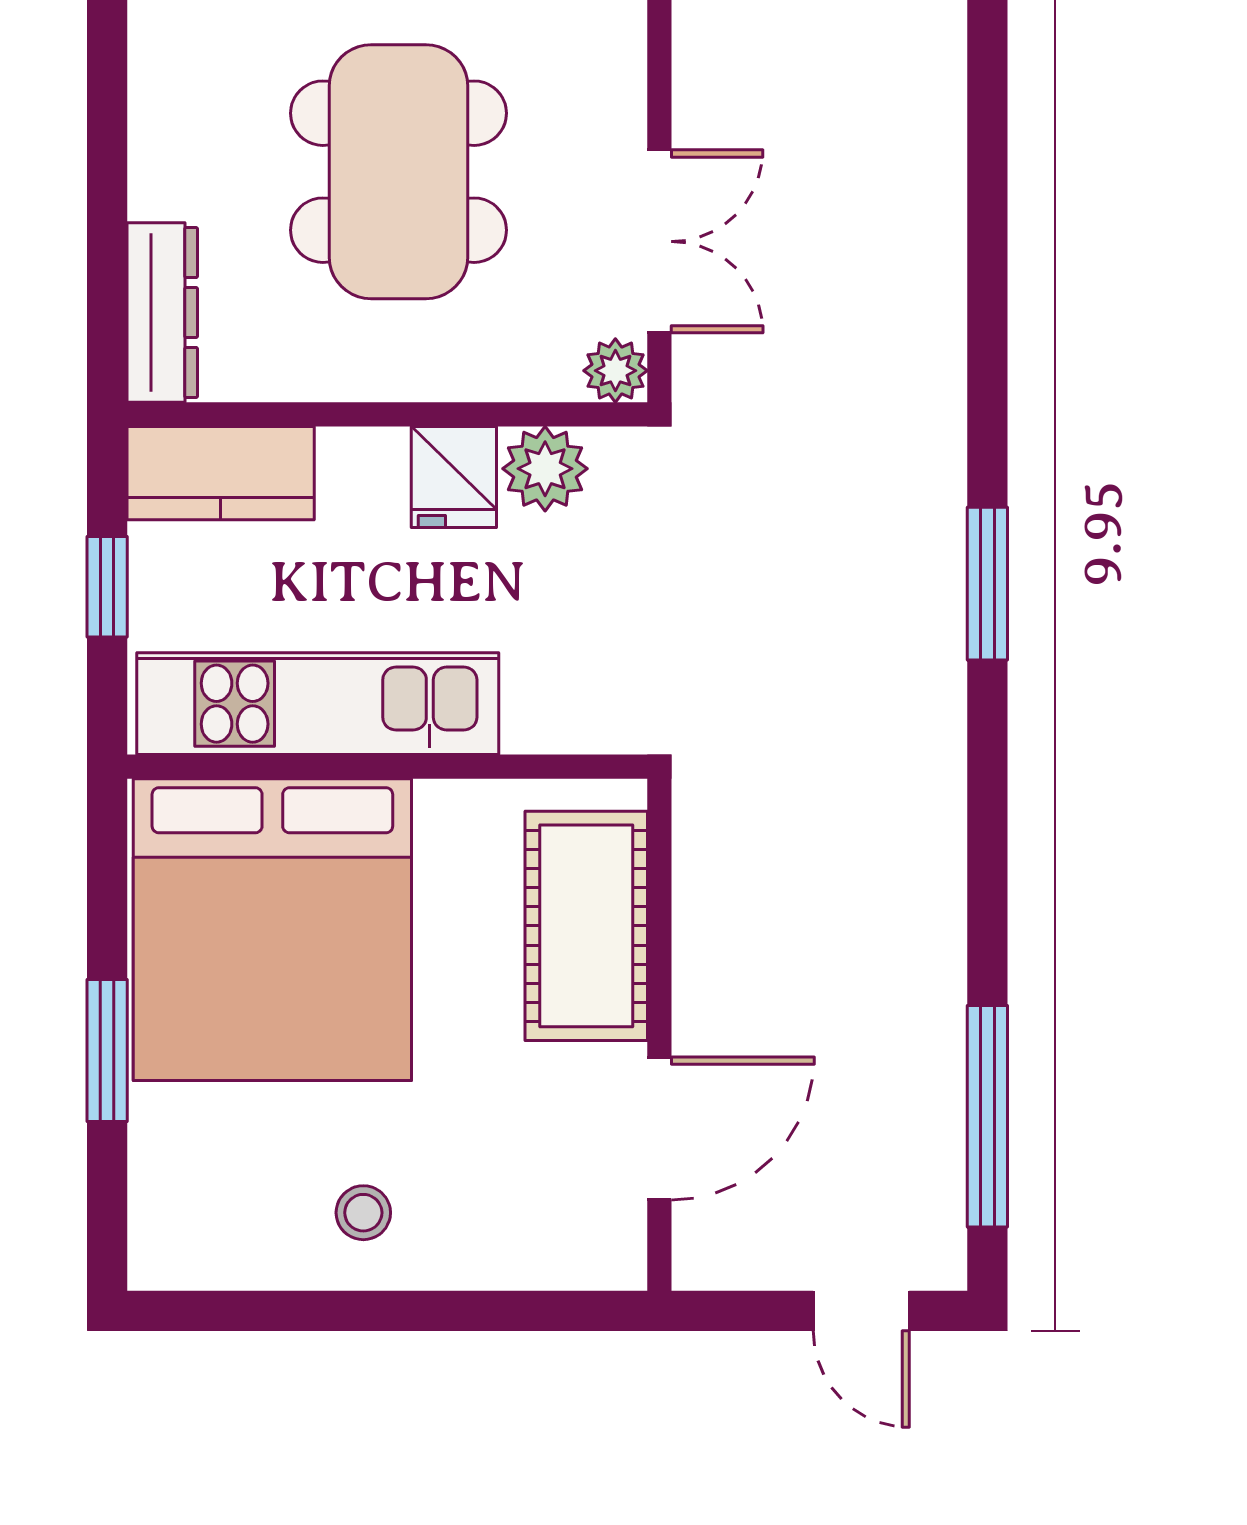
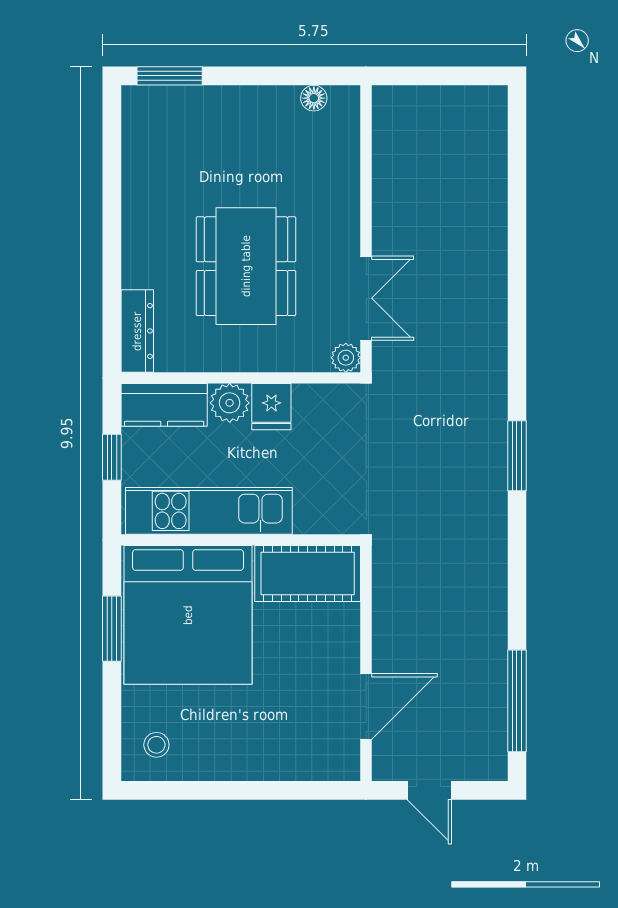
plant: (545, 469) -> (230, 403), moved
cot: (586, 926) -> (308, 574), moved, turned 90
window: (107, 1051) -> (112, 629), moved
stool: (363, 1213) -> (156, 745), moved
door: (861, 1311) -> (429, 790), moved

